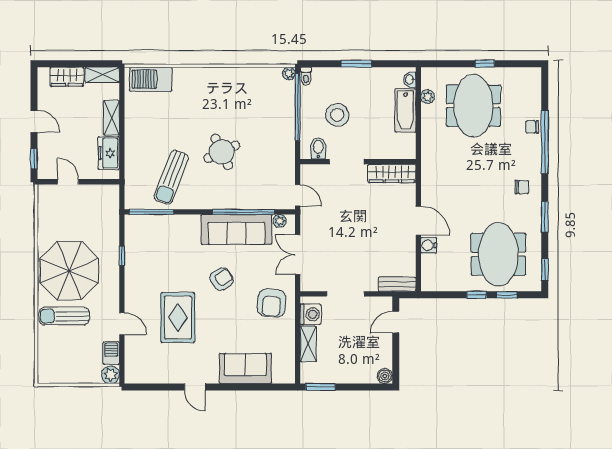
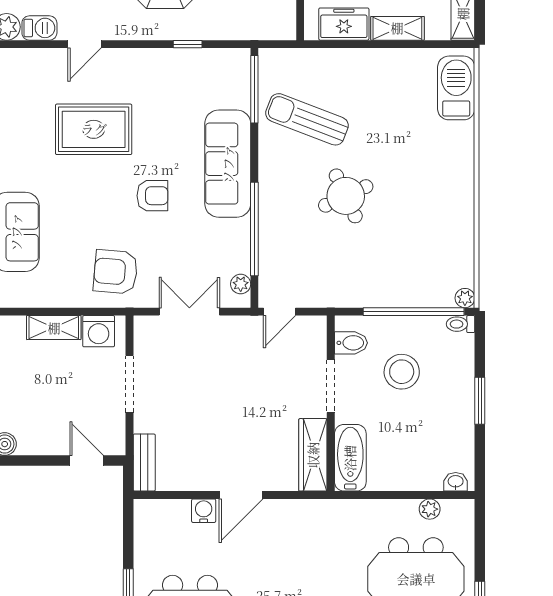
bathtub: (405, 110) -> (350, 458), moved, turned 90
sofa: (236, 229) -> (228, 164), moved
armchair: (222, 279) -> (152, 196), turned -57

